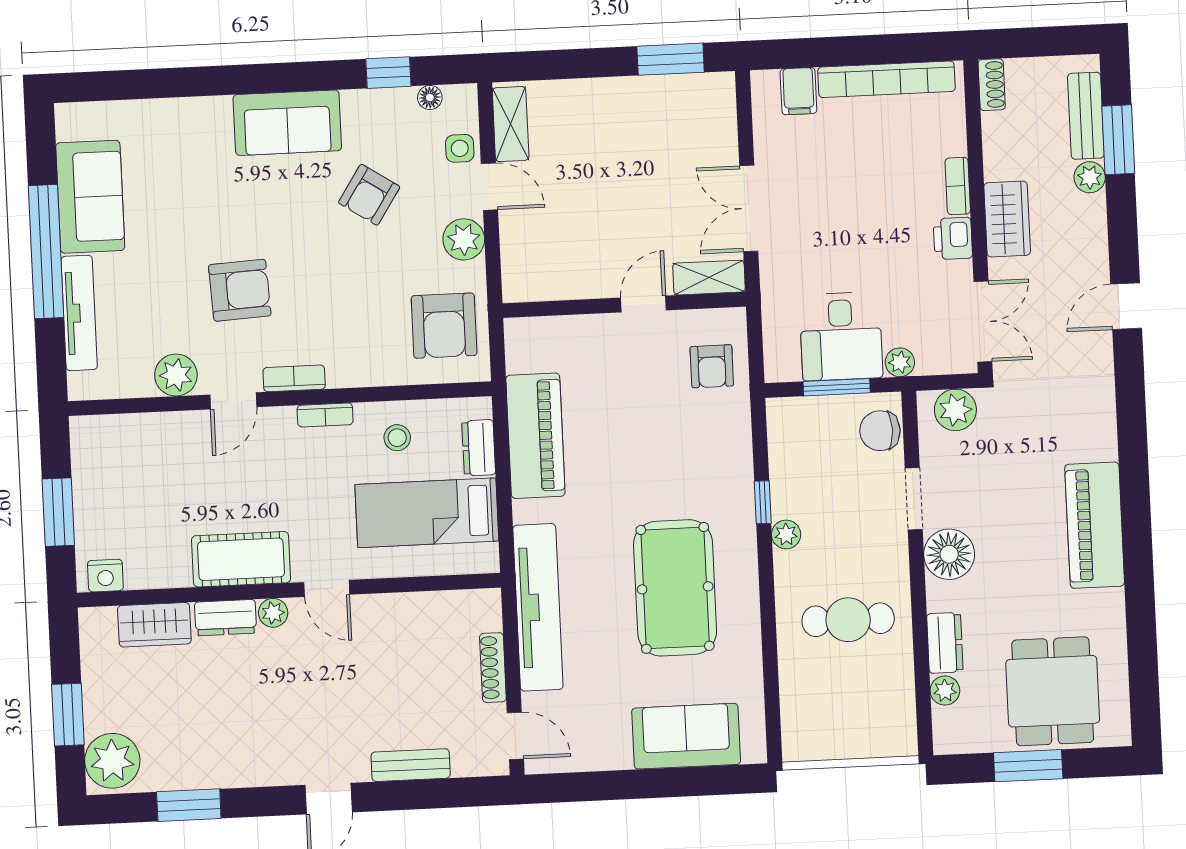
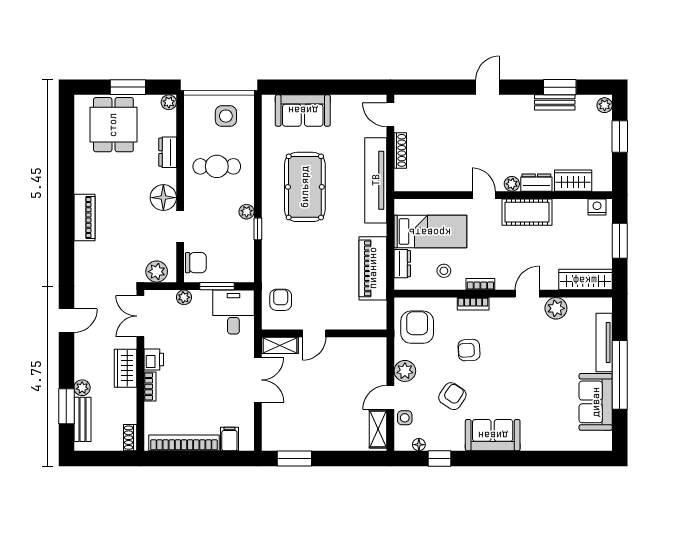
door: (489, 187) -> (390, 397), hinge flipped
armchair: (240, 290) -> (469, 350), moved, width x0.72, depth x0.72
desk: (841, 336) -> (233, 312), moved
bookcase: (294, 378) -> (473, 304), moved
wardrobe: (121, 434) -> (585, 280), added
piano: (1095, 525) -> (85, 218), width x0.73, depth x0.75
plant: (945, 691) -> (169, 102), moved
side table: (835, 718) -> (226, 116), added
plant: (112, 761) -> (605, 105), width x0.53, depth x0.53
bench: (411, 765) -> (555, 102), moved

